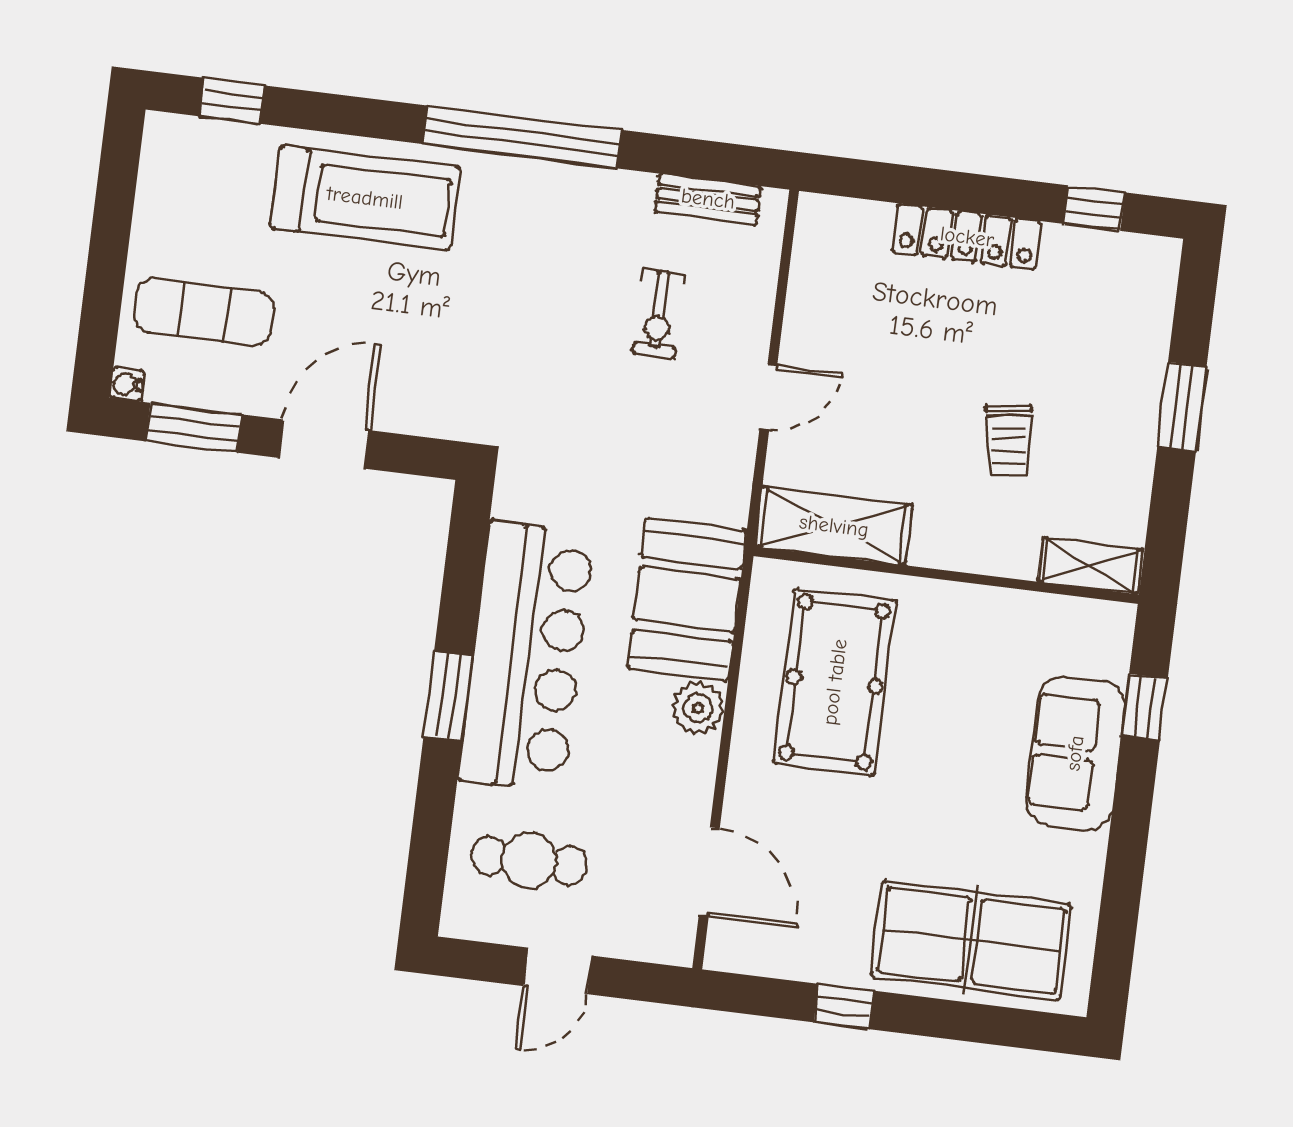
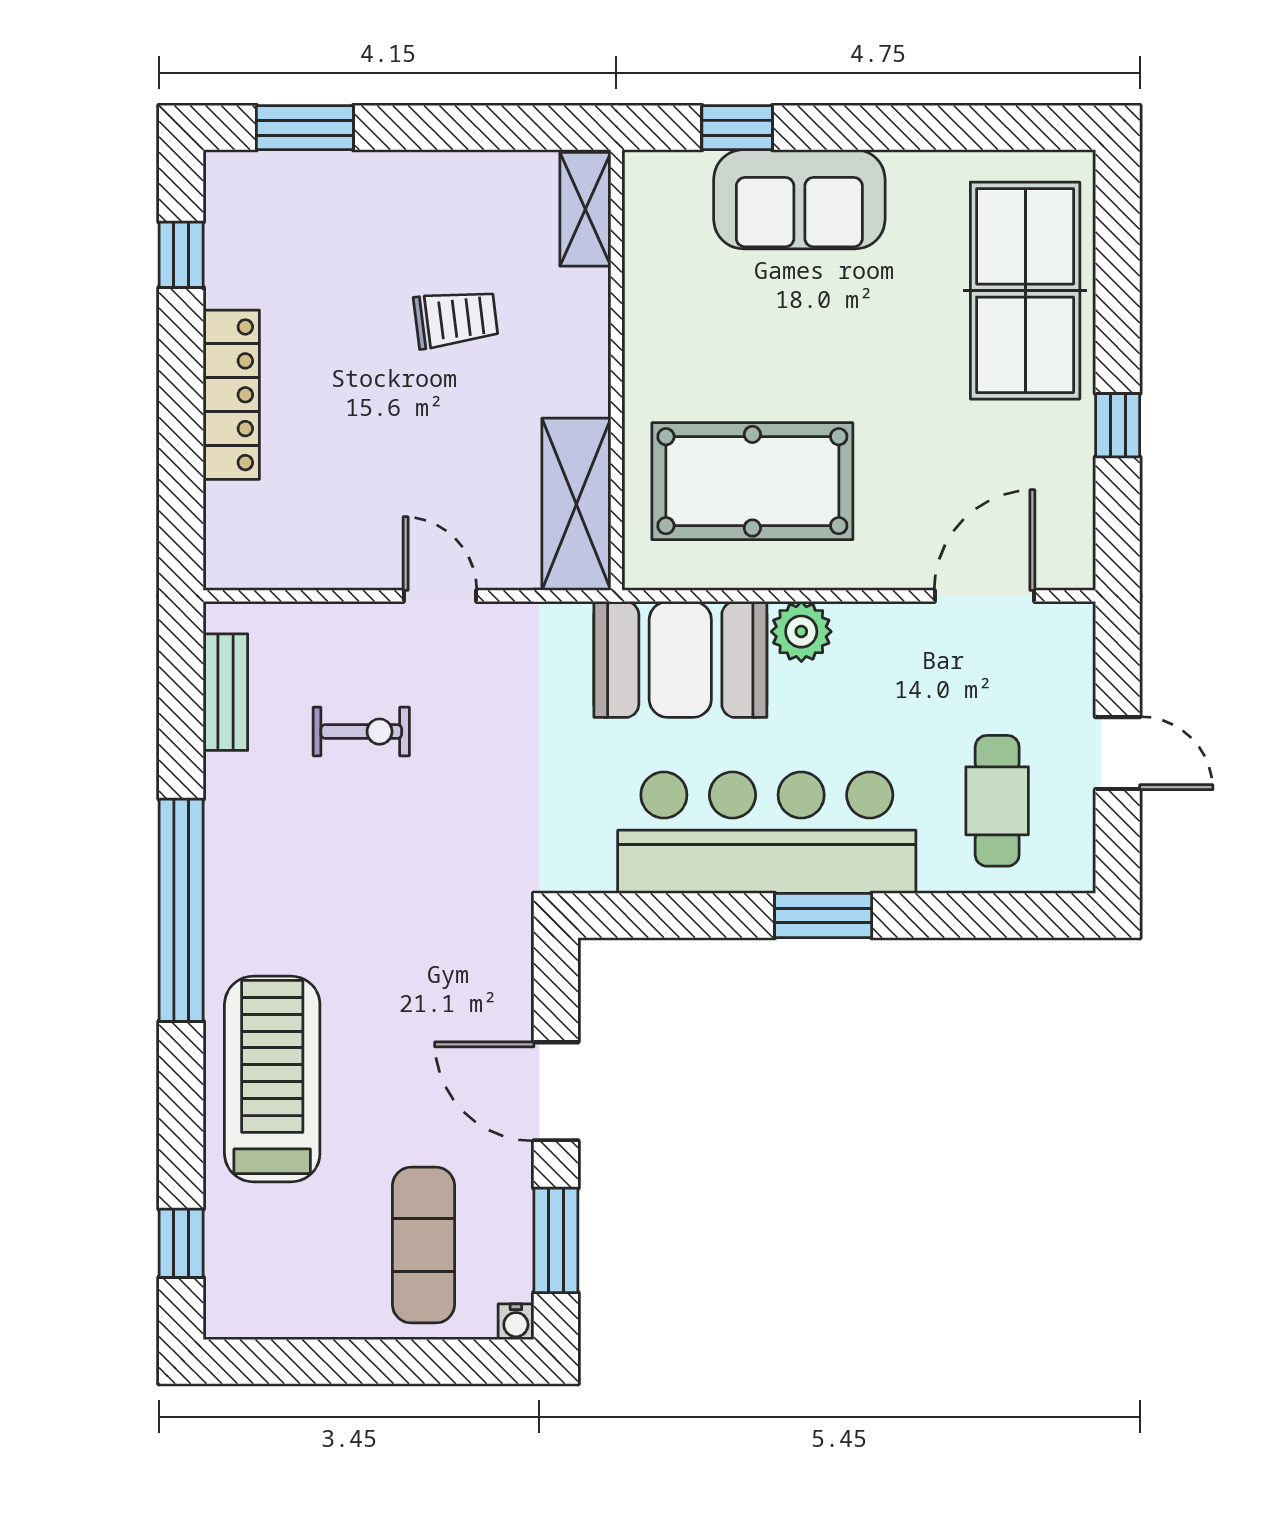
window: (1182, 407) -> (305, 128), moved

